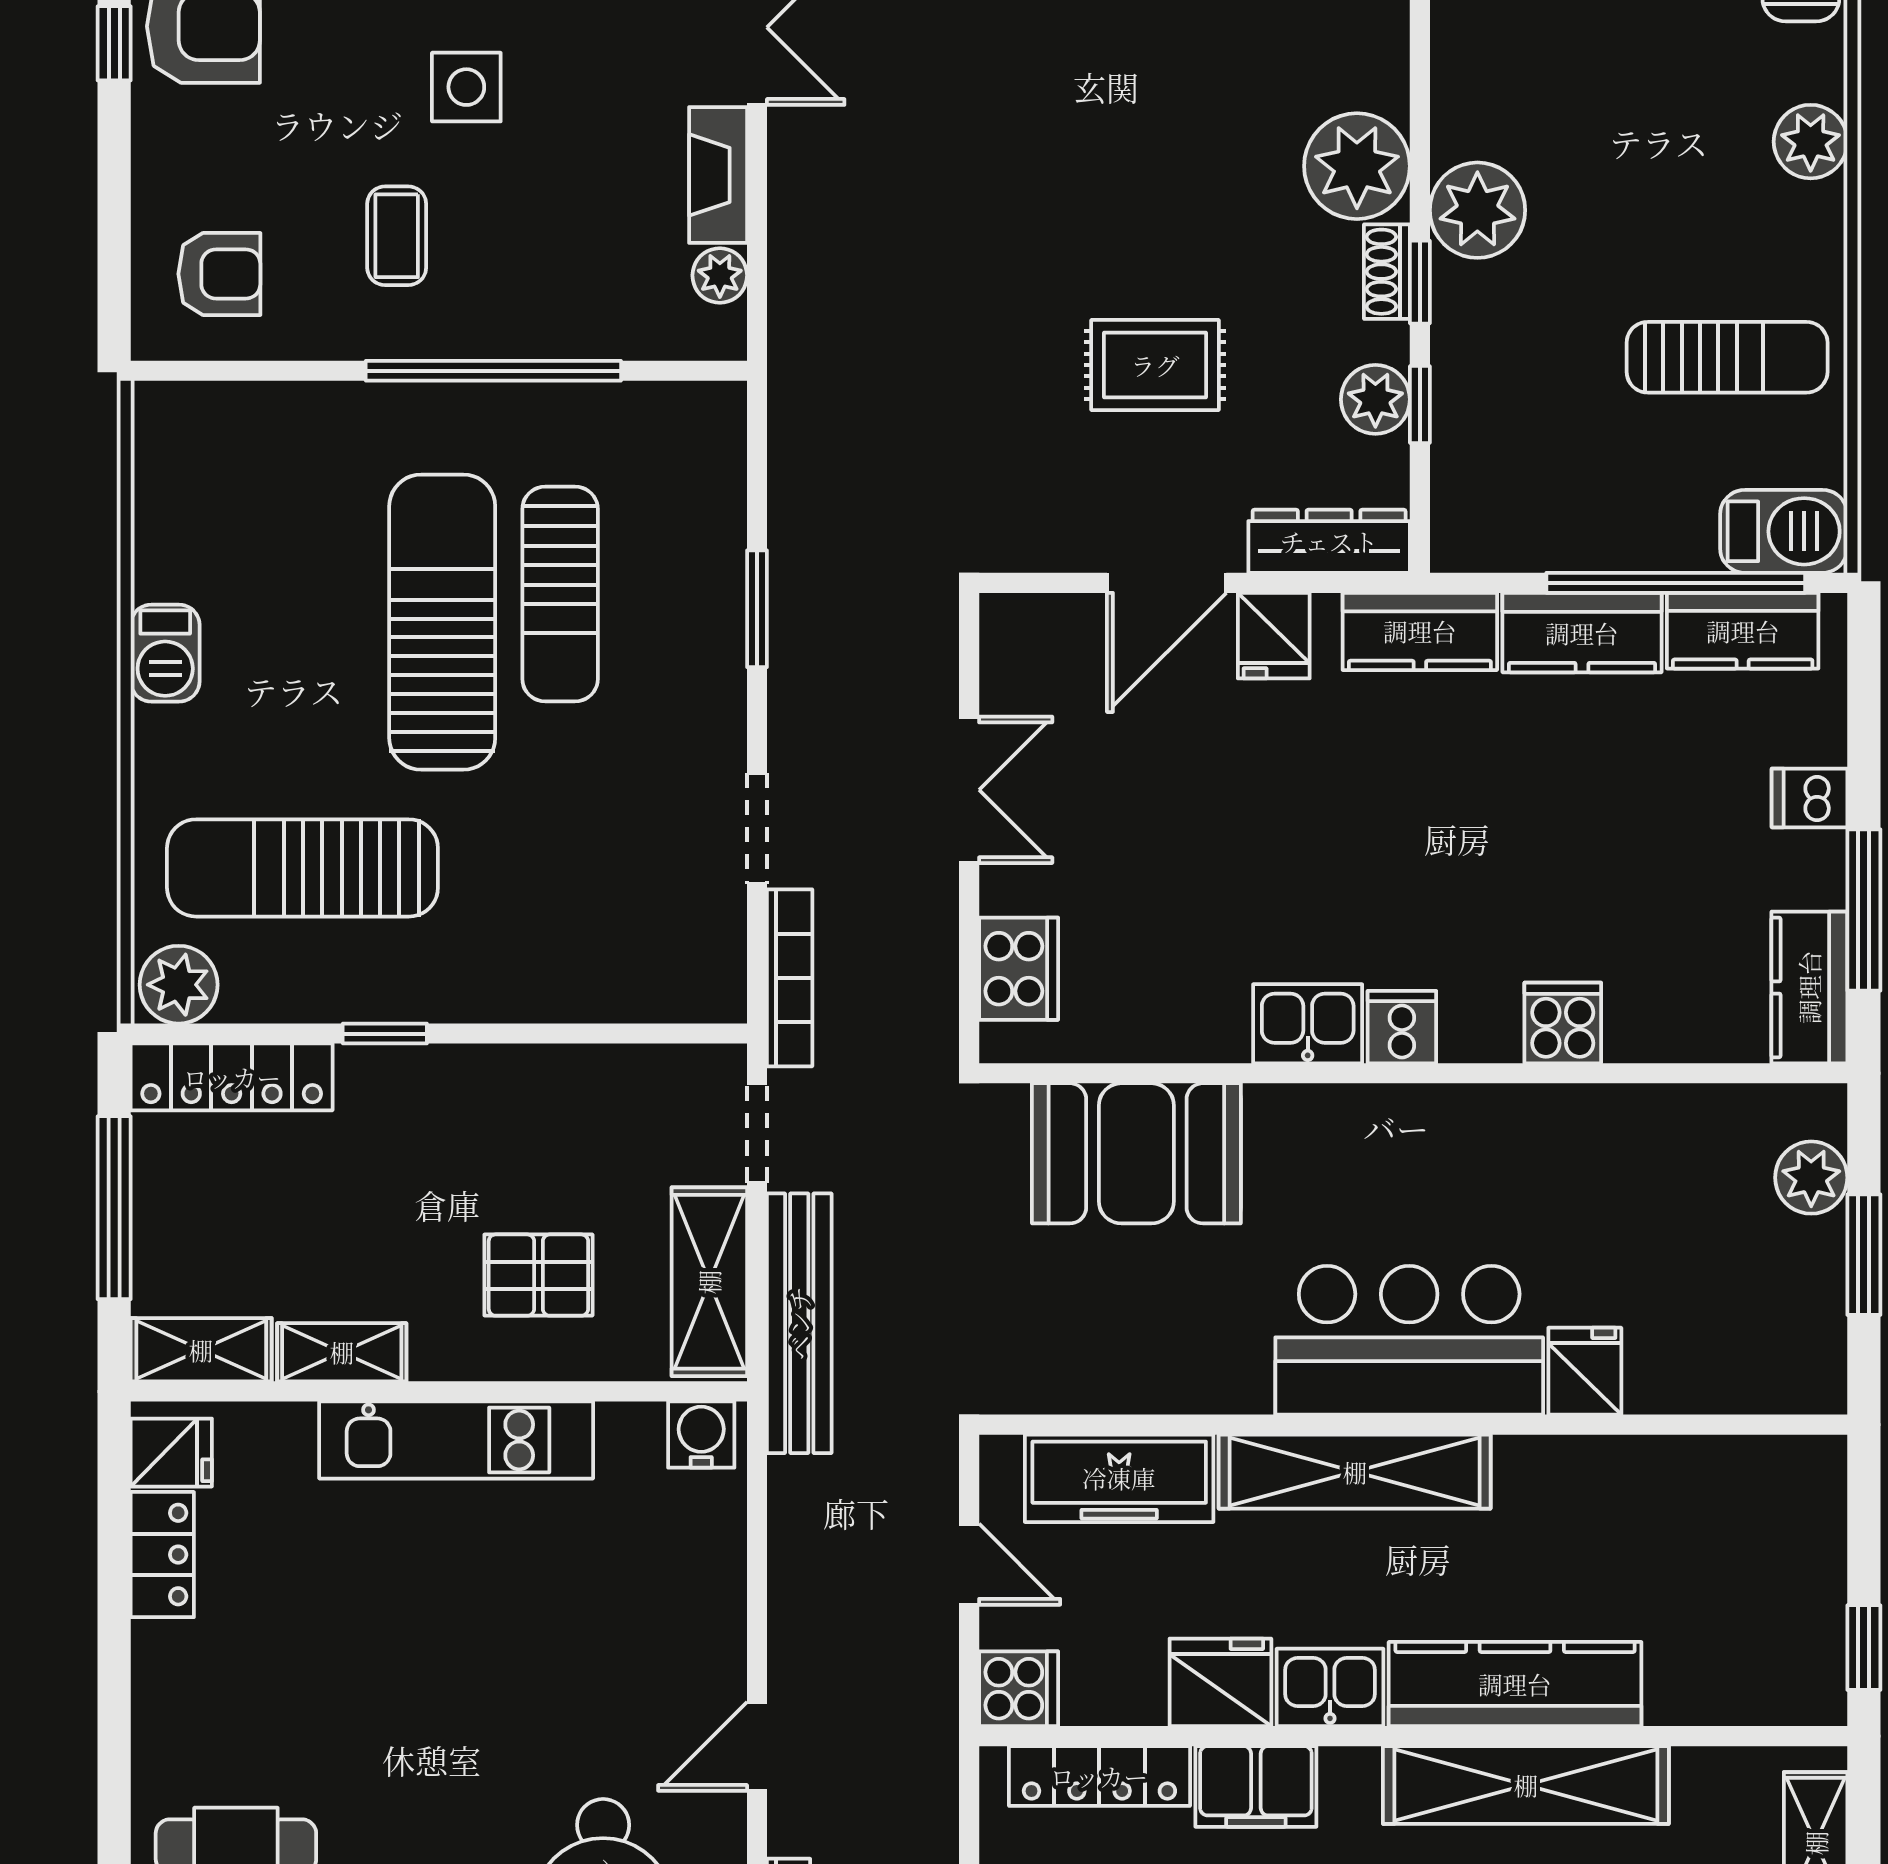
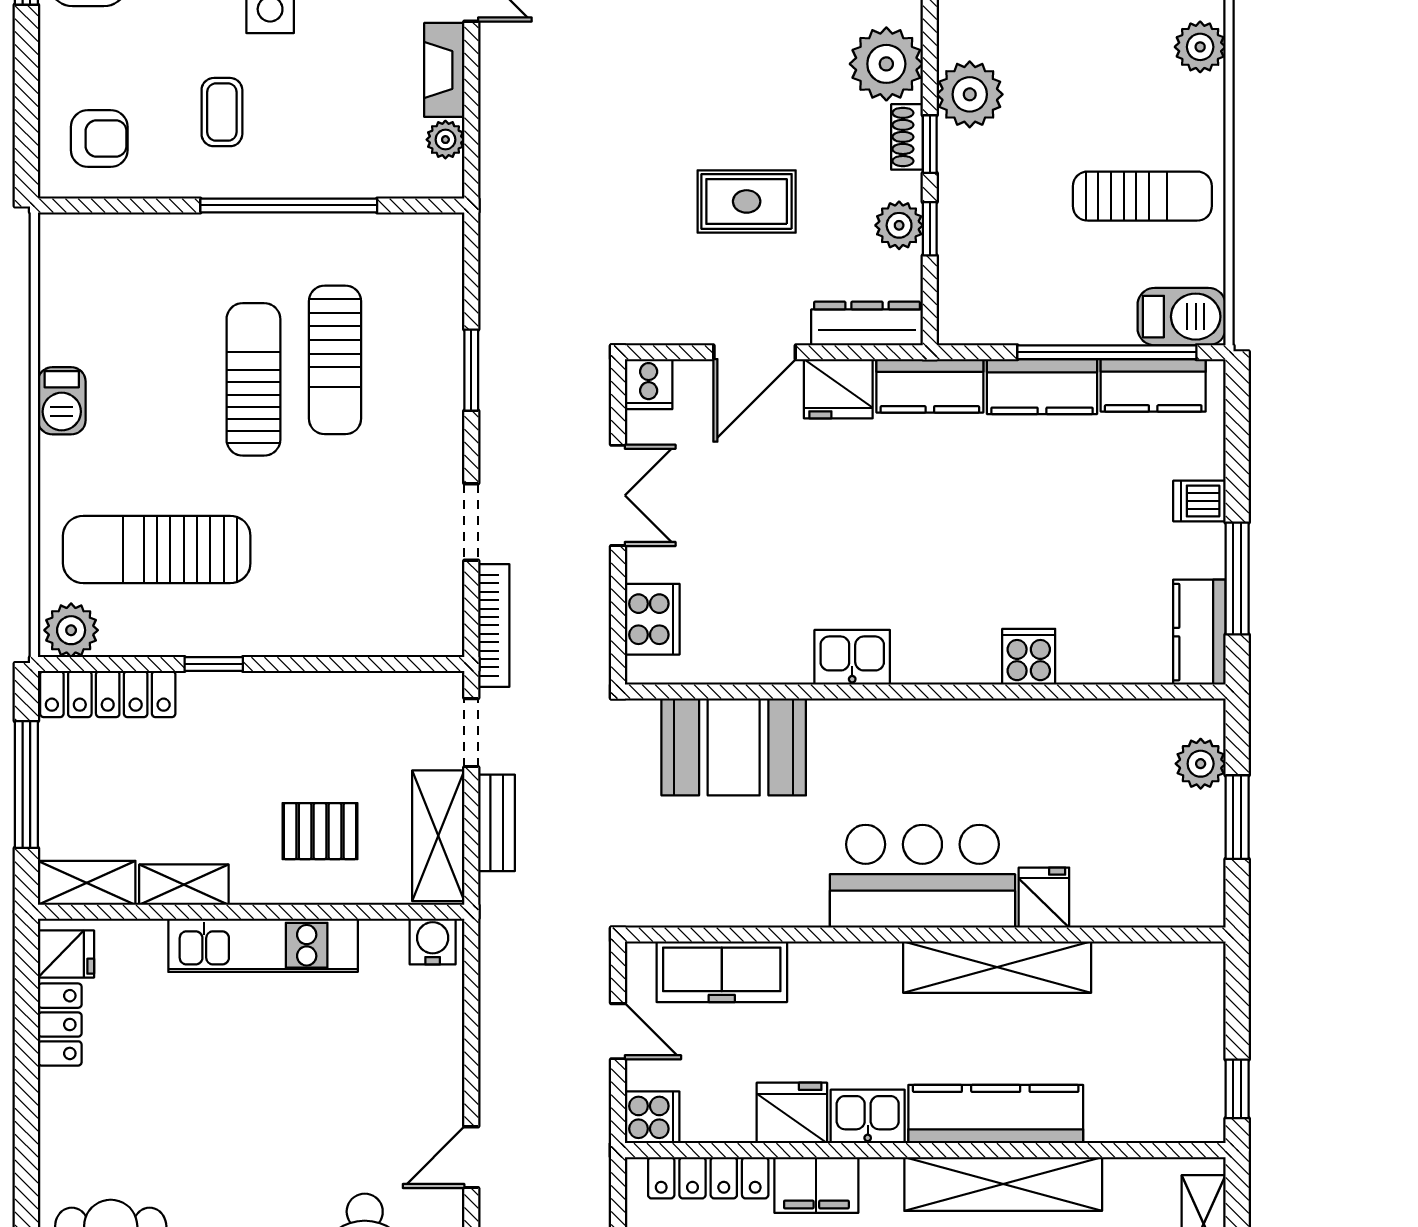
sun lounger: (442, 622) -> (253, 379), width x0.73, depth x0.75
fridge: (1274, 636) -> (838, 389), width x1.38
cooker: (1402, 1027) -> (649, 384), moved, turned 180
bench: (799, 1323) -> (497, 823), width x0.54, depth x0.82
shelving: (1355, 1472) -> (997, 967), moved

